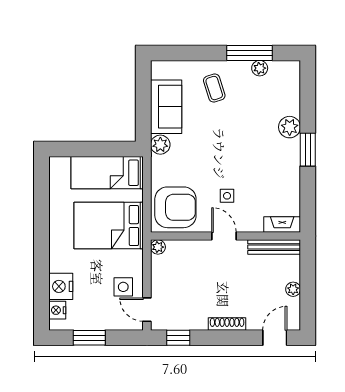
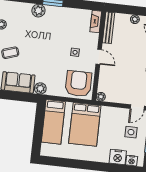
door: (224, 236) -> (99, 57), swing flipped
side table: (123, 287) -> (131, 132), moved

